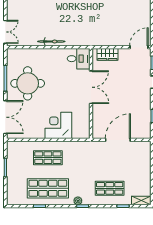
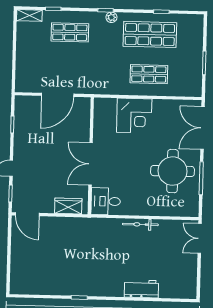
door: (139, 47) -> (27, 214), hinge flipped

